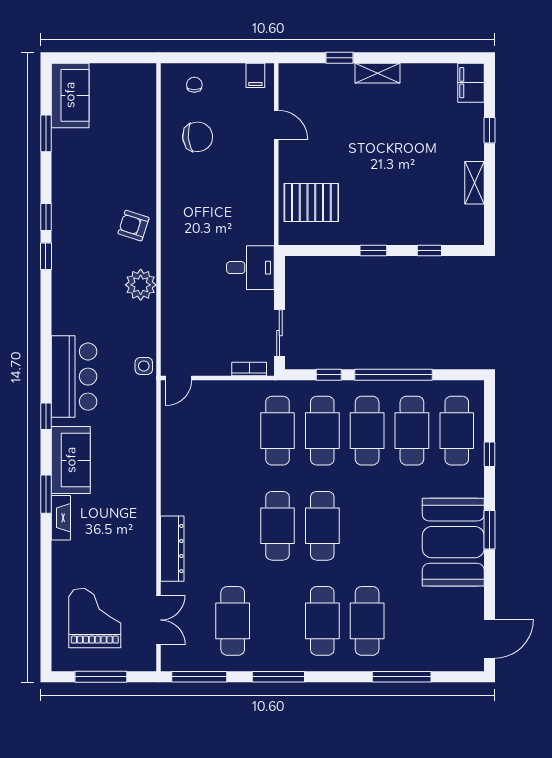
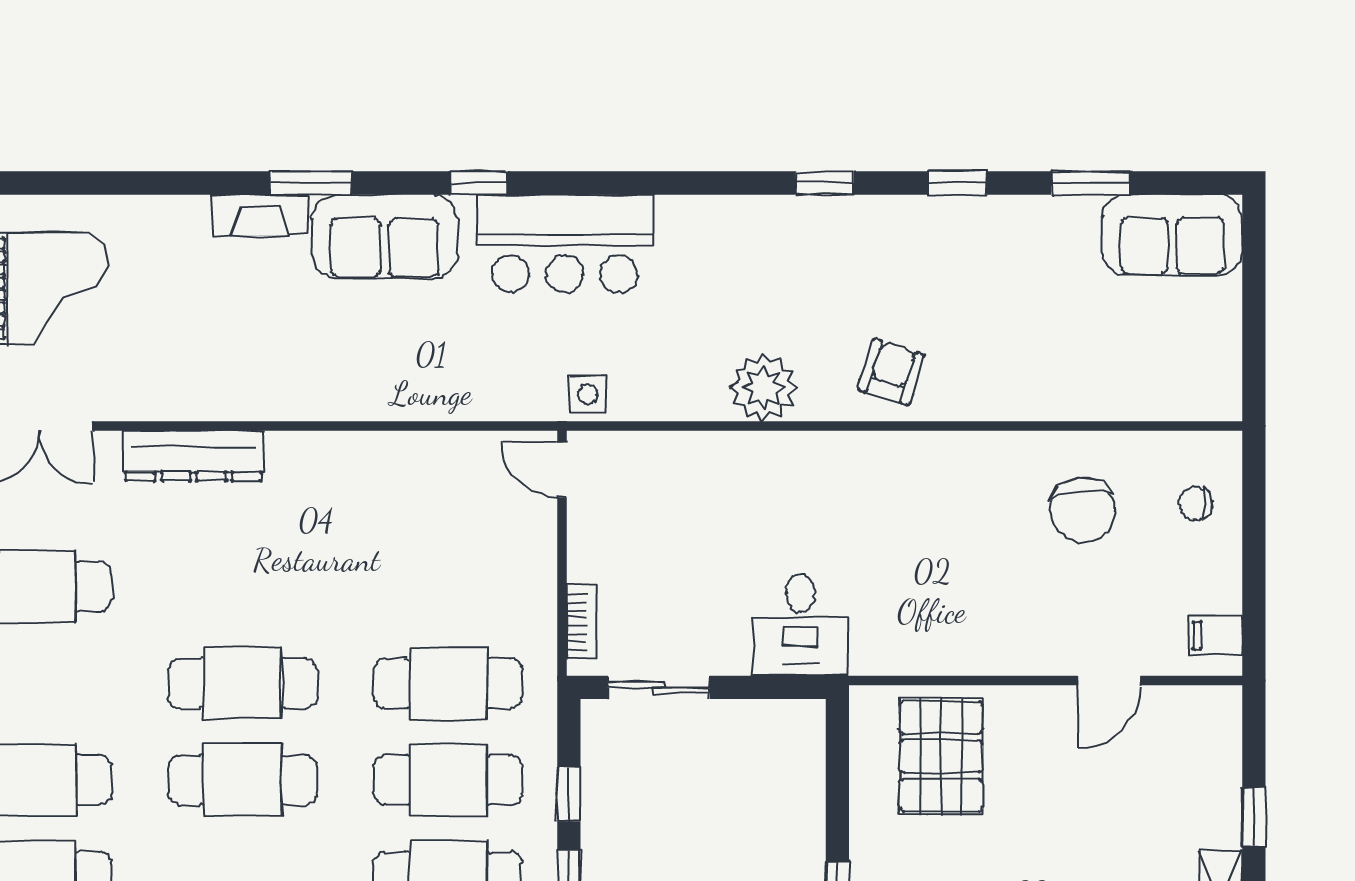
chair: (194, 85) -> (1196, 504), turned 180
window: (46, 217) -> (957, 183), moved

